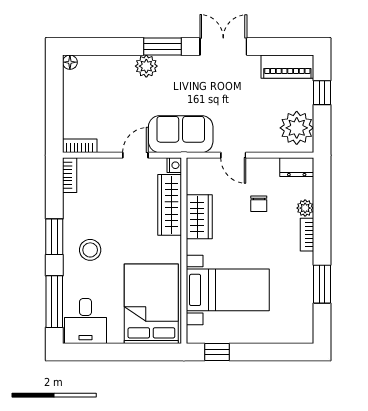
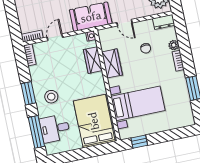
door: (135, 155) -> (55, 37), moved
wardrobe: (170, 205) -> (93, 60), width x0.67
desk: (85, 321) -> (55, 128), moved, turned 90

